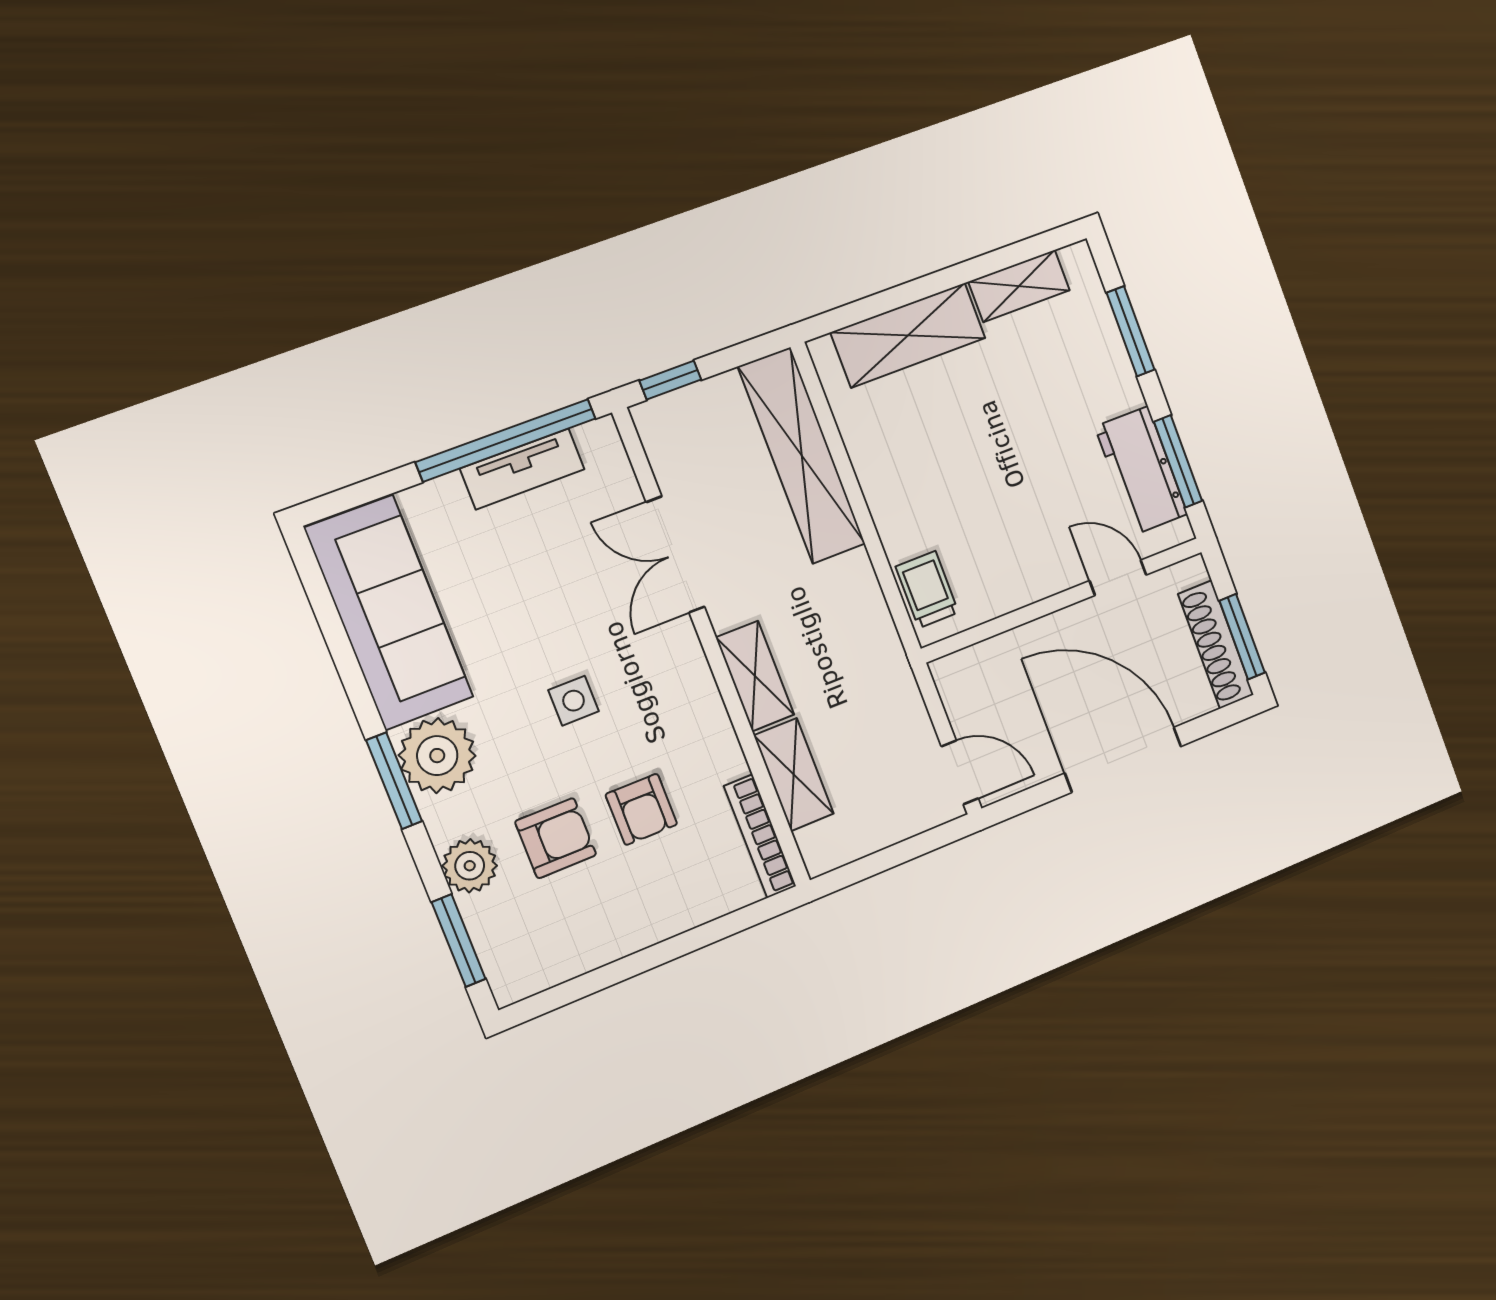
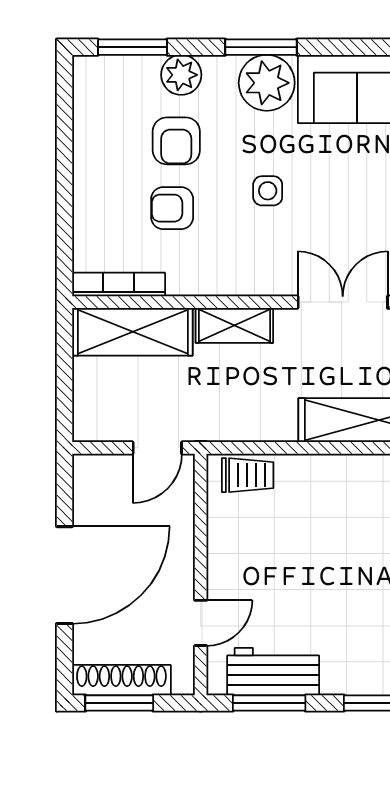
door: (960, 772) -> (157, 448), moved
shelving: (794, 775) -> (133, 332), width x1.50, depth x1.33

